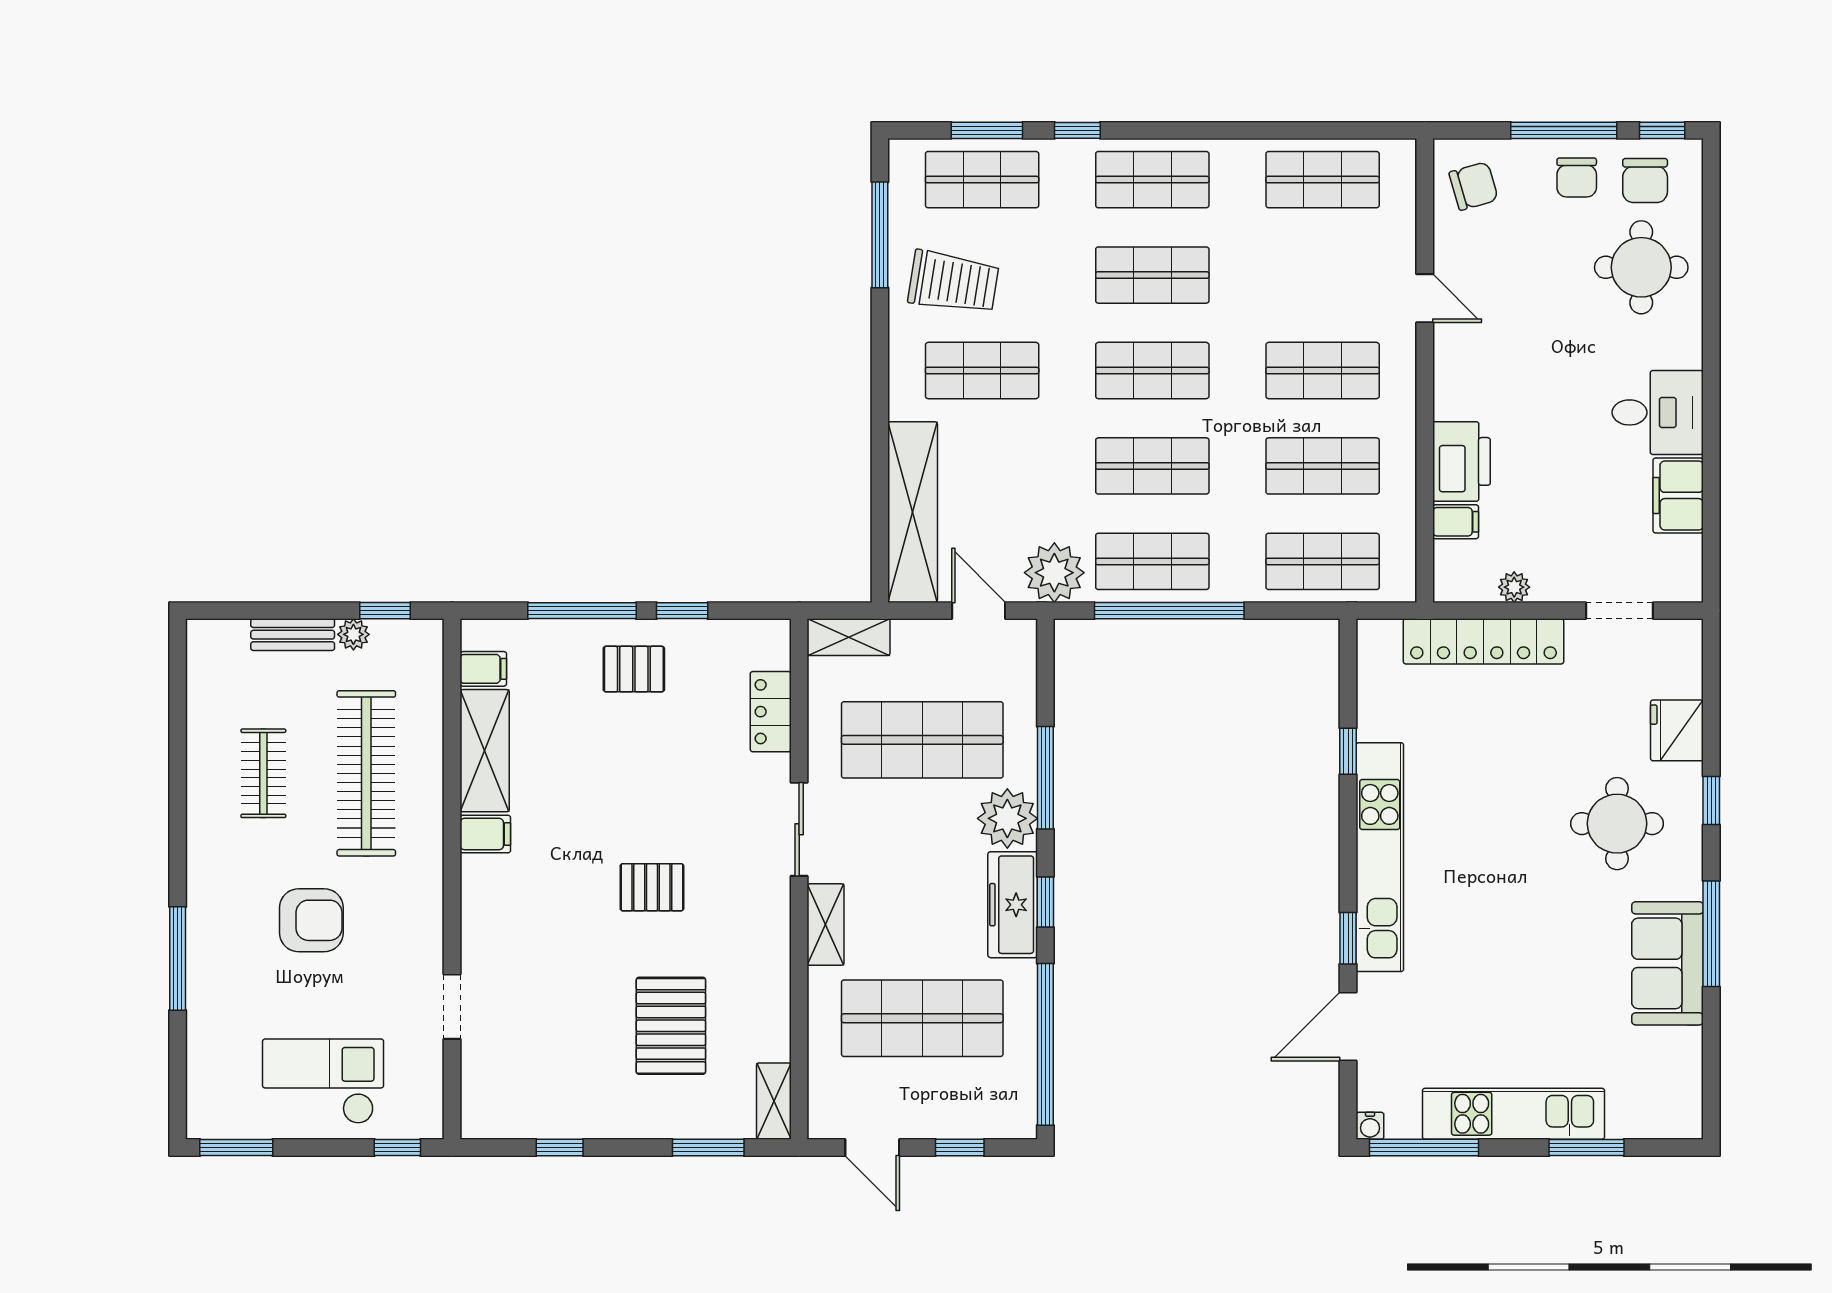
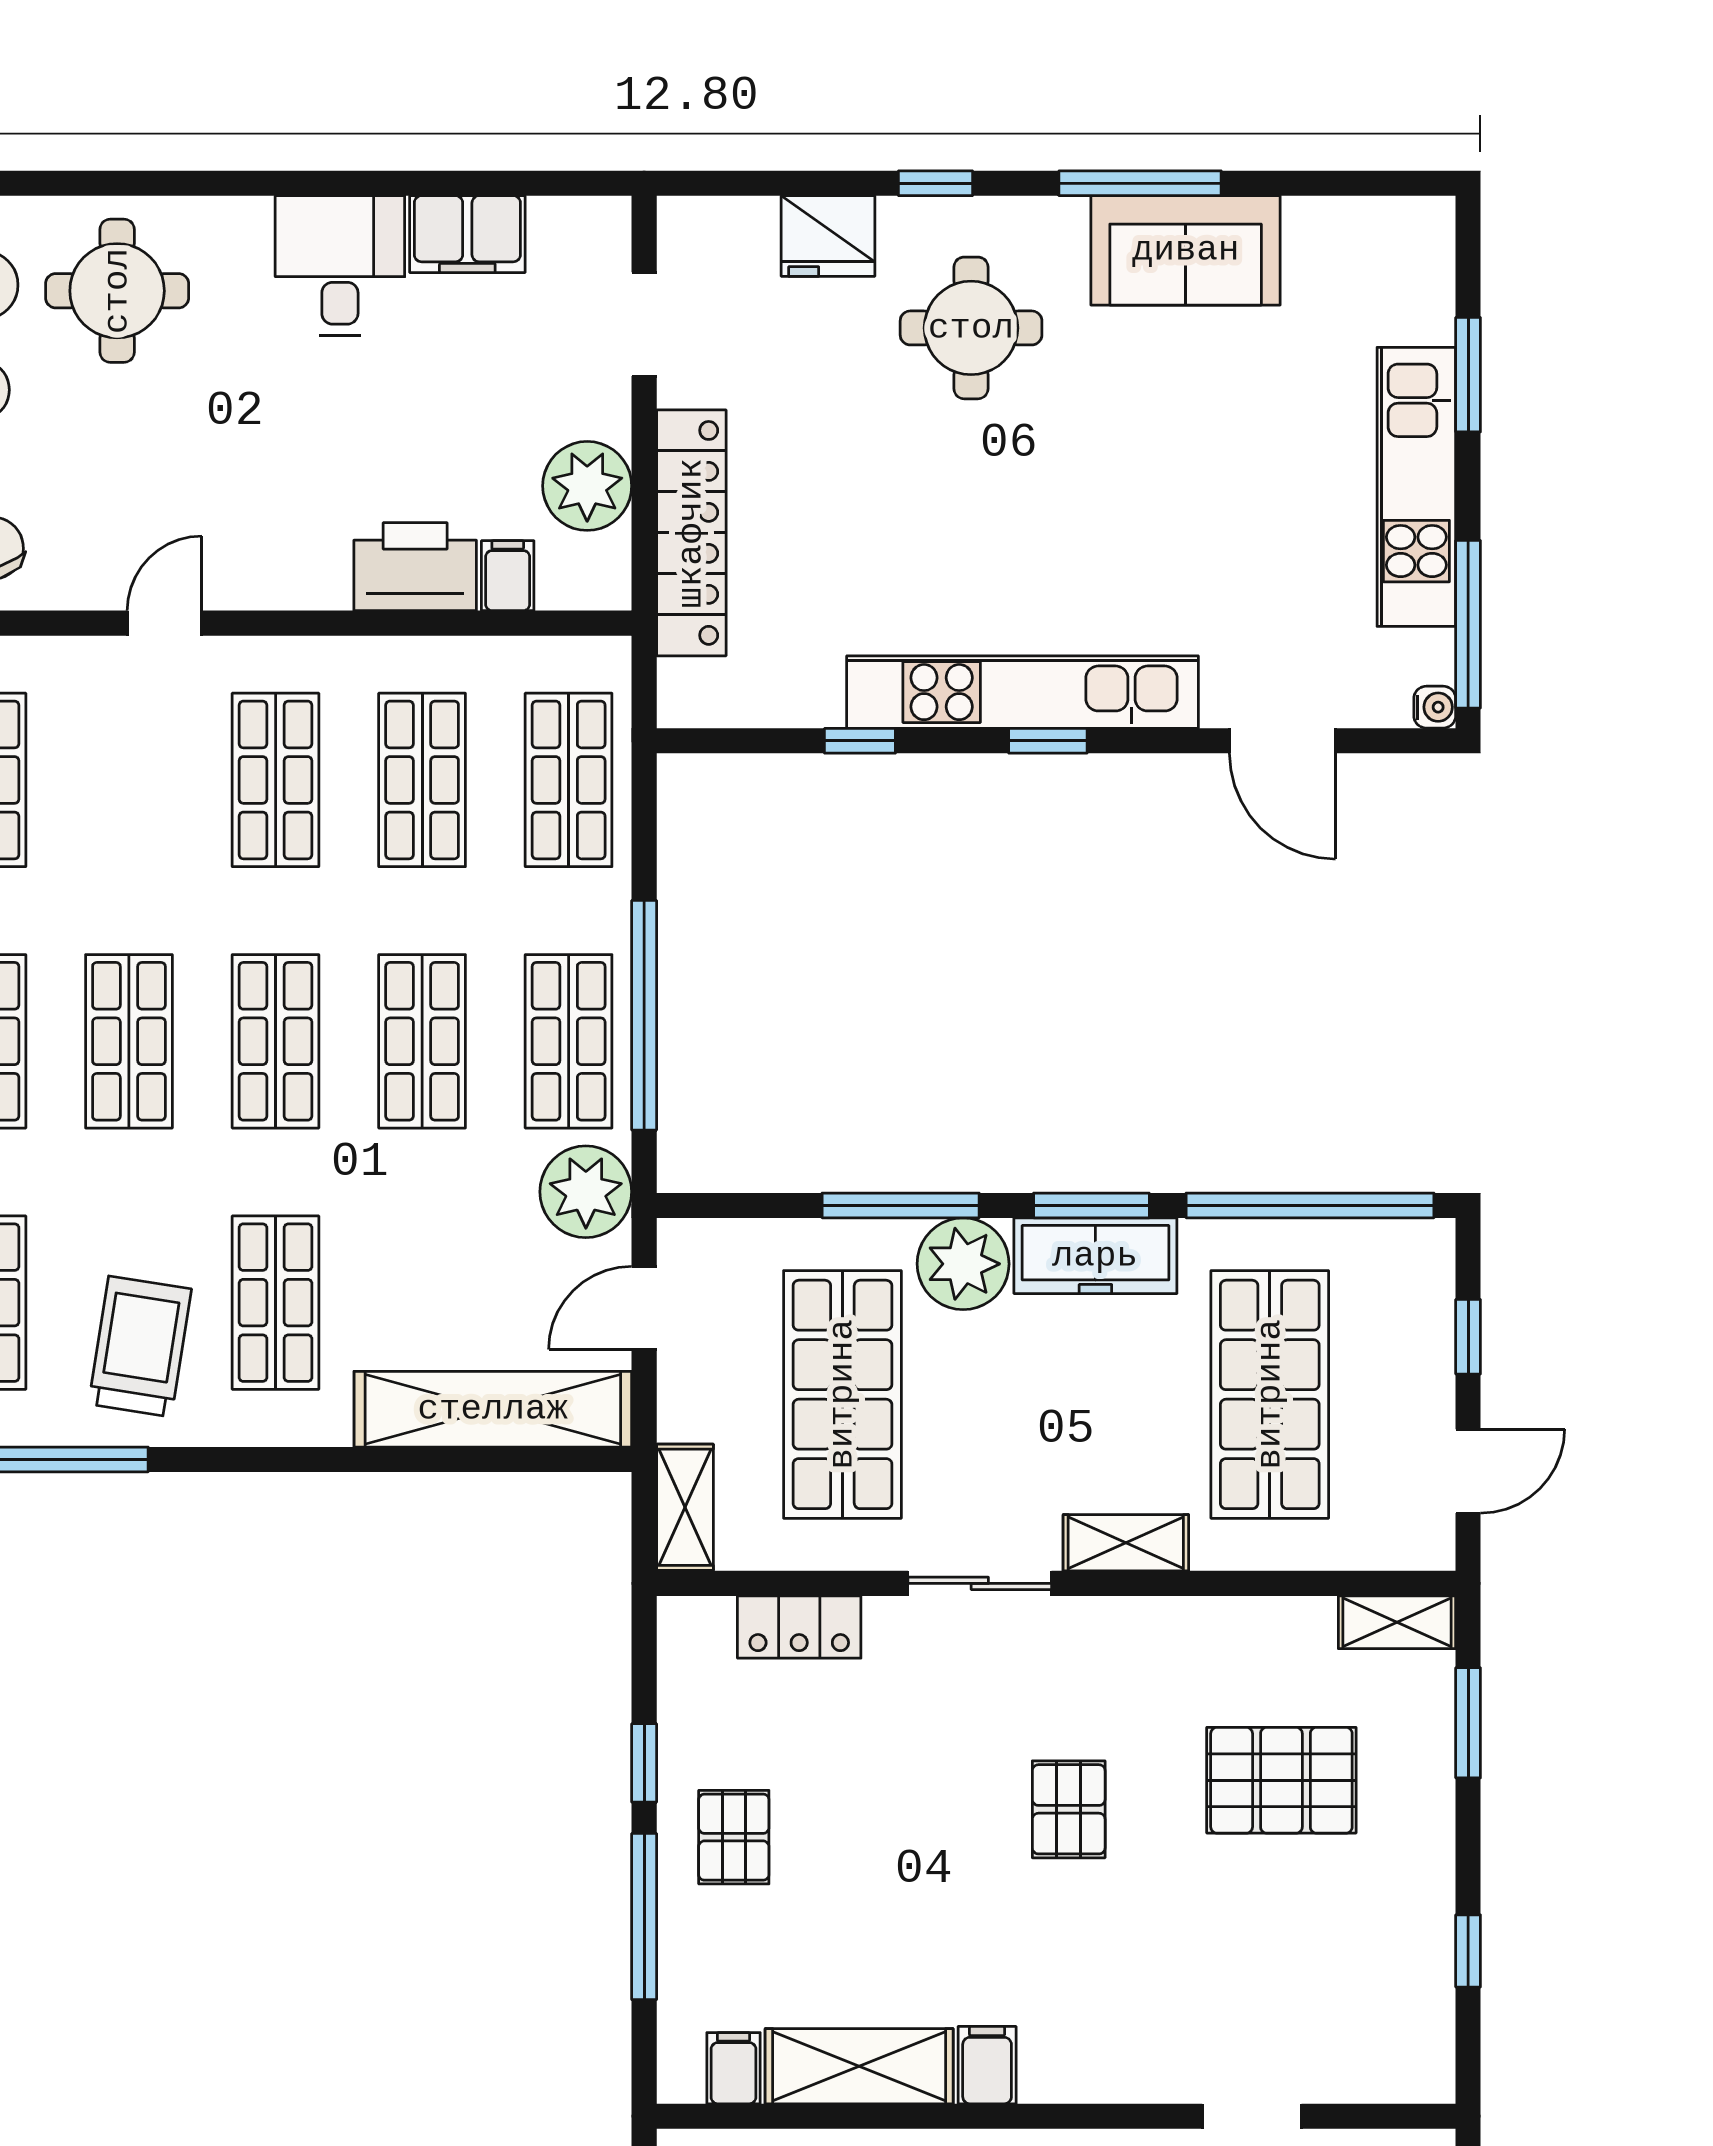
plant: (1514, 587) -> (587, 486), width x1.88, depth x1.88
window: (1045, 902) -> (1091, 1205), width x1.50
window: (1348, 938) -> (1048, 741), moved

